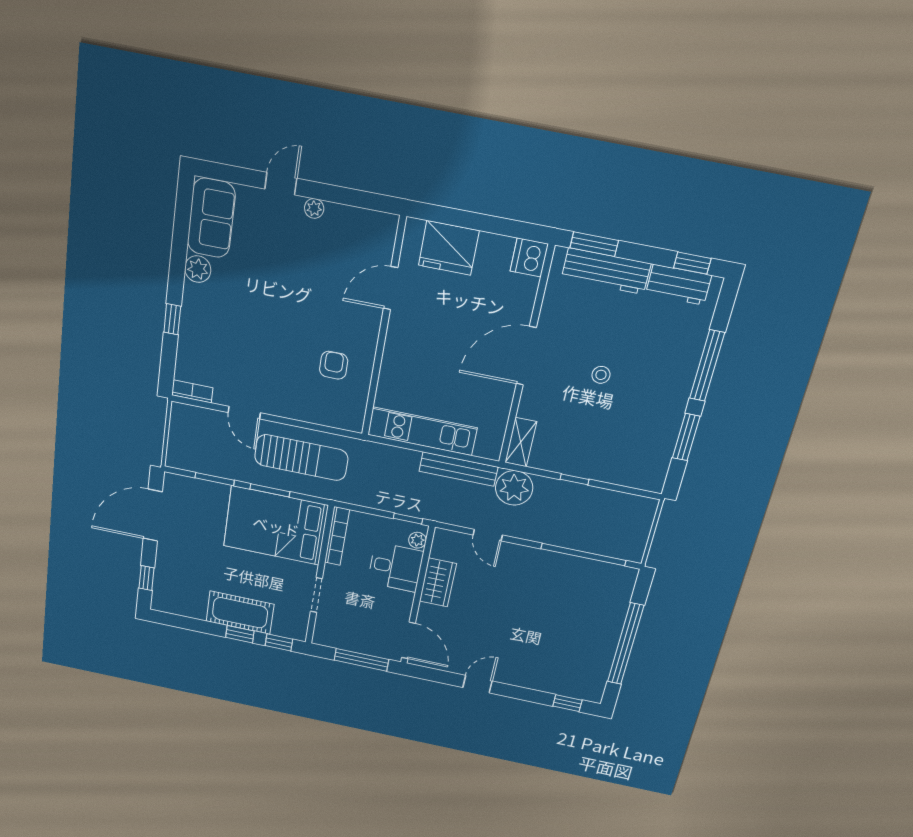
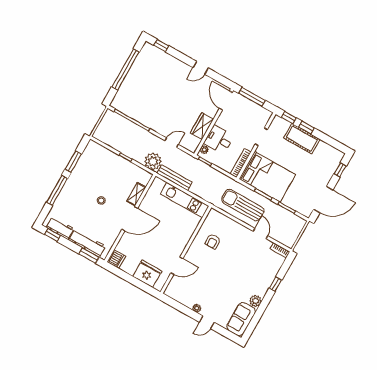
shelving: (521, 442) -> (136, 194), moved
door: (488, 535) -> (172, 143), hinge flipped

